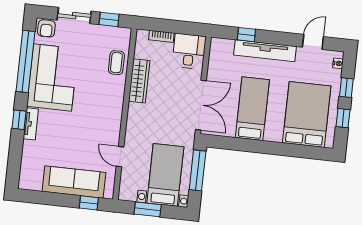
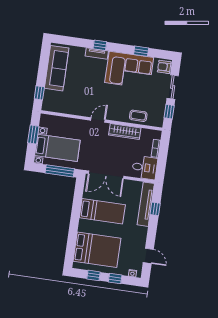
tv unit: (265, 51) -> (146, 204), moved
window: (25, 61) -> (141, 51), width x0.32
door: (120, 157) -> (98, 120), moved
sofa: (74, 182) -> (57, 68), moved

